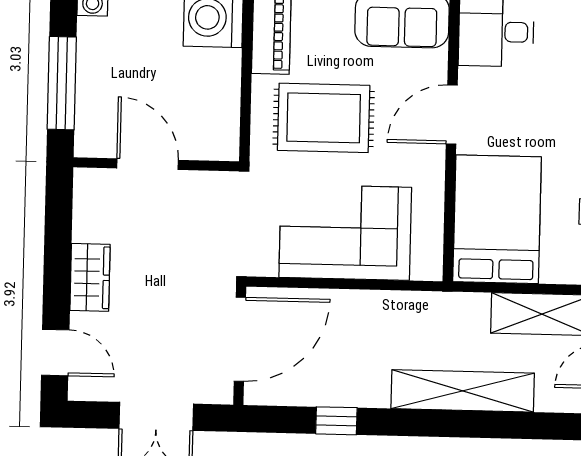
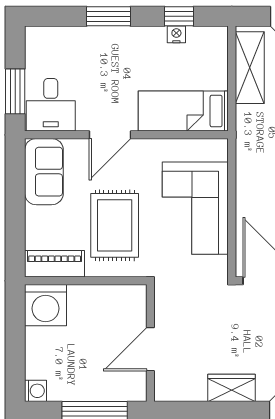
door: (452, 115) -> (110, 135), hinge flipped
bed: (497, 219) -> (183, 111), width x0.67

